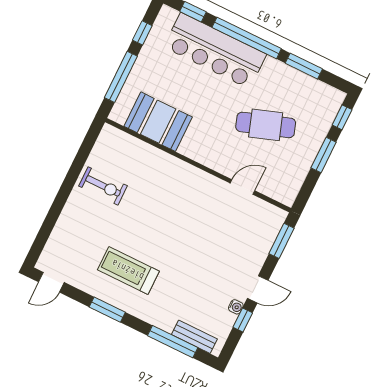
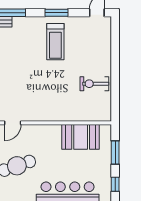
window: (121, 77) -> (115, 152), width x0.69
treadmill: (128, 270) -> (55, 42), turned 90

